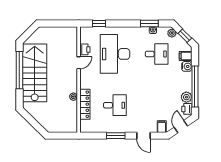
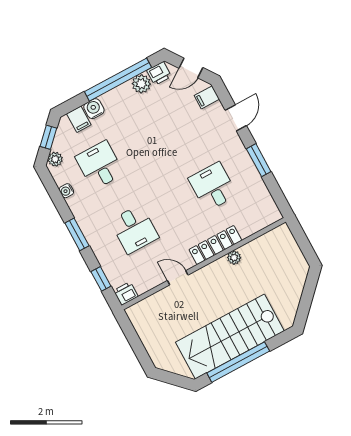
window: (149, 24) -> (77, 234), moved
printer: (85, 49) -> (126, 293), moved
desk: (115, 54) -> (134, 229), width x0.53, depth x0.77
locker: (85, 104) -> (215, 245), moved

